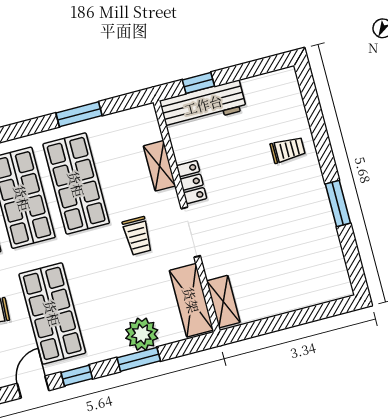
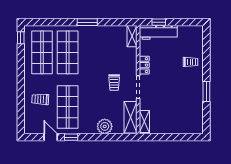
window: (79, 114) -> (87, 22), moved
shelving: (159, 166) -> (132, 36), moved
shop shelf: (76, 184) -> (93, 52), removed
window: (139, 359) -> (100, 137), removed
door: (33, 387) -> (51, 137), hinge flipped

